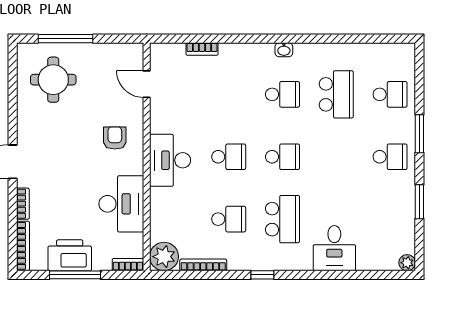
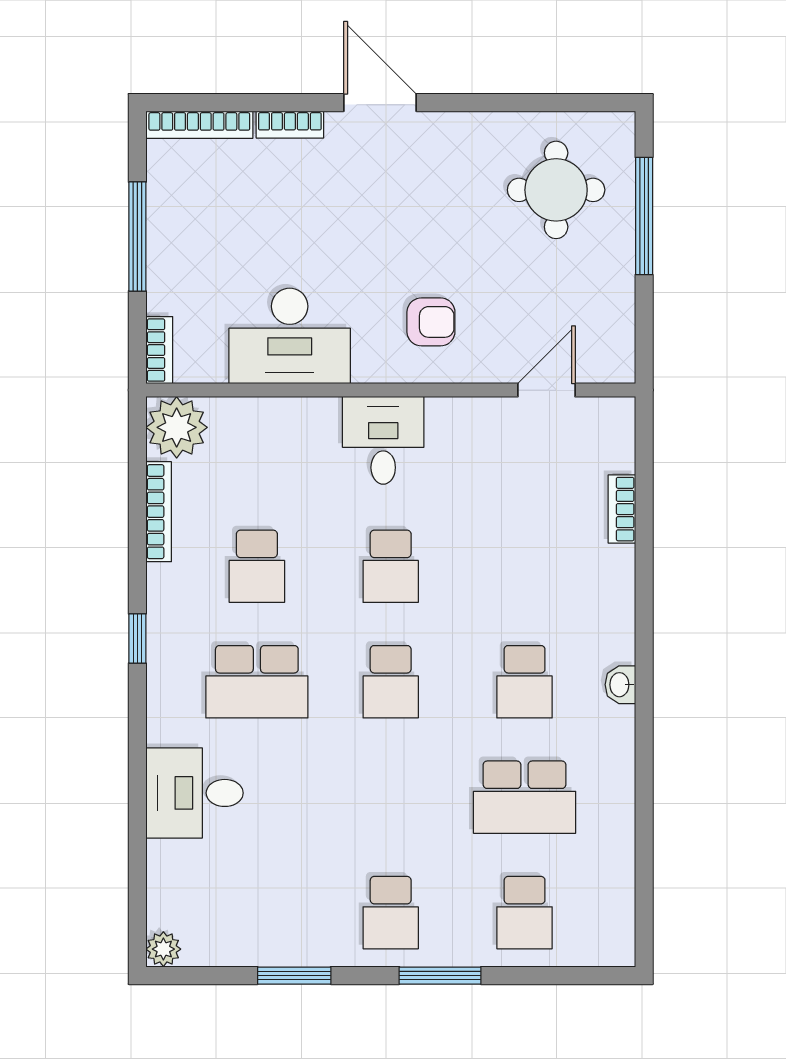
desk: (170, 160) -> (383, 440), width x0.73
printer: (70, 255) -> (179, 225), removed

